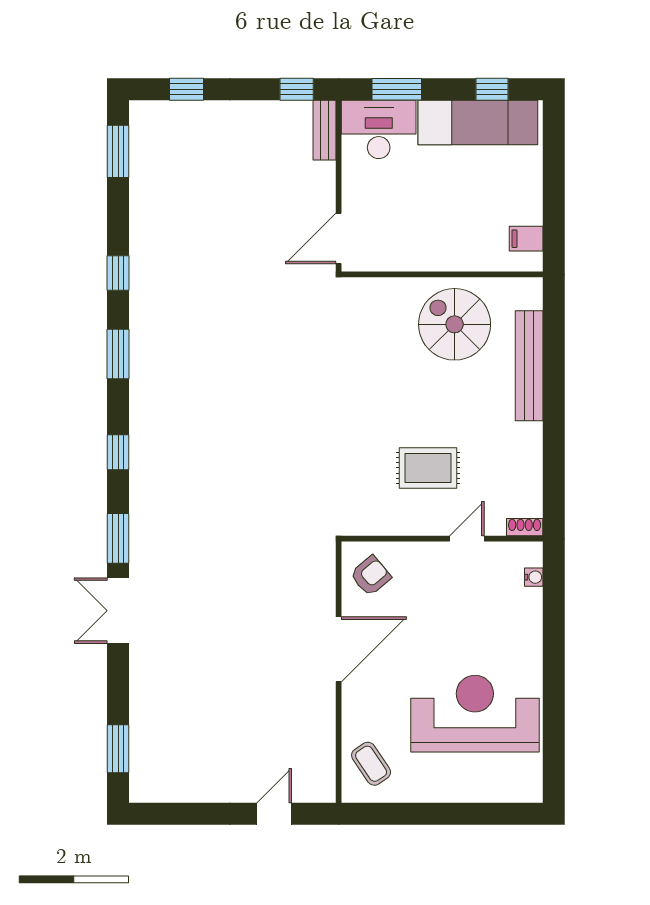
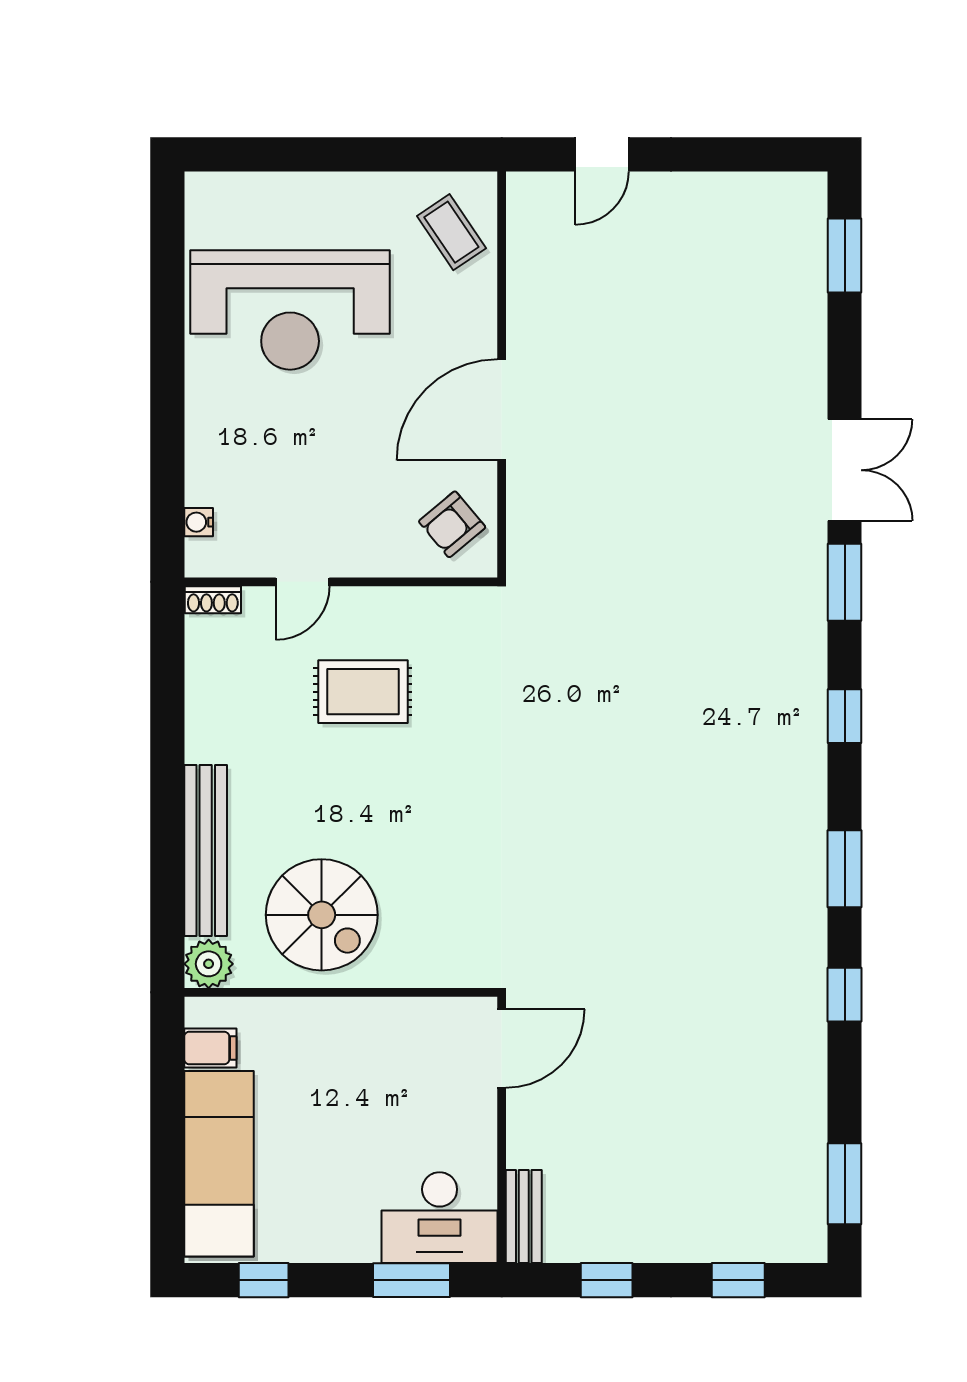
window: (297, 89) -> (607, 1280), moved
exam couch: (478, 122) -> (219, 1164), moved, turned 90
plant: (527, 293) -> (209, 964), added

